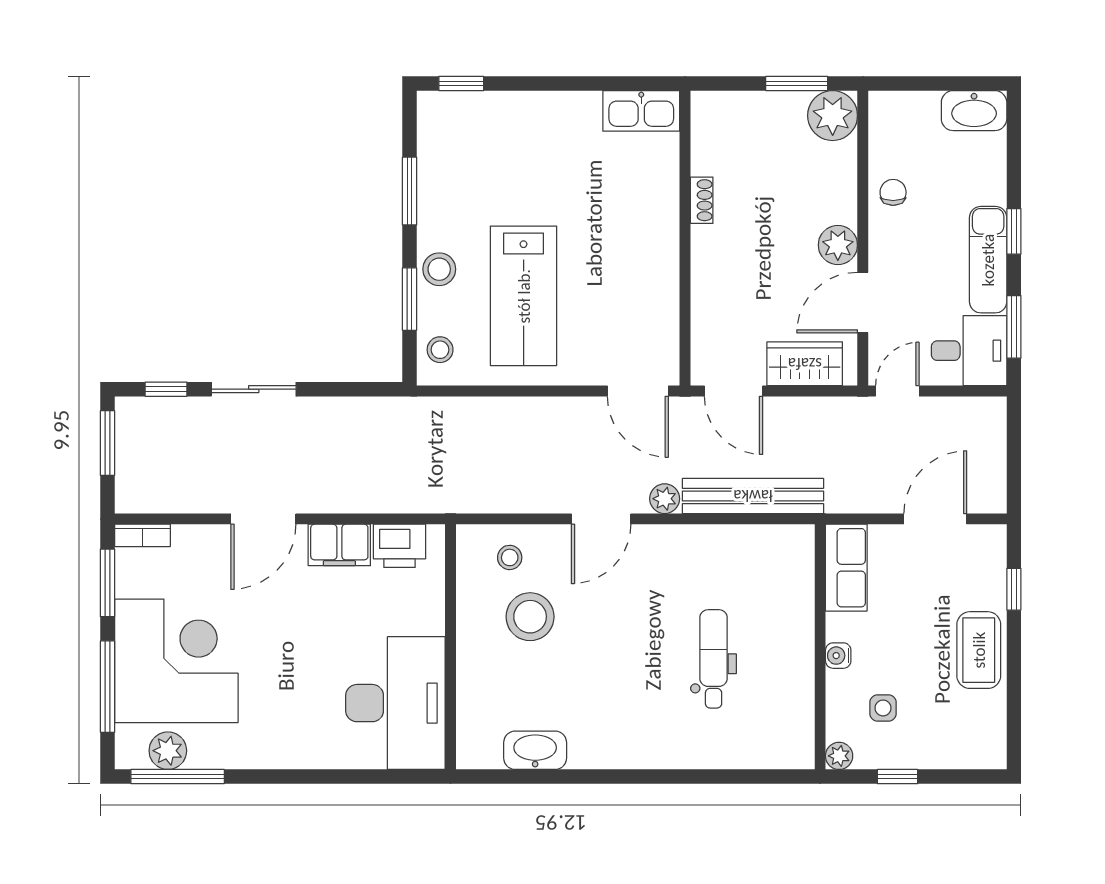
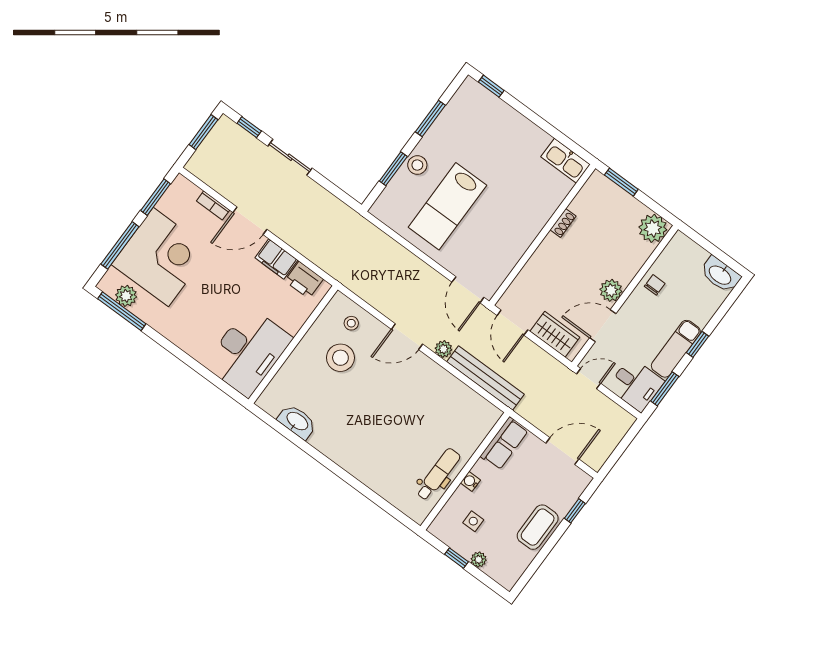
window: (797, 83) -> (621, 182), moved
stool: (440, 350) -> (390, 203), removed
bookcase: (142, 535) -> (213, 205), moved
dental chair: (714, 659) -> (438, 474), moved
plant: (839, 756) -> (479, 560), moved

